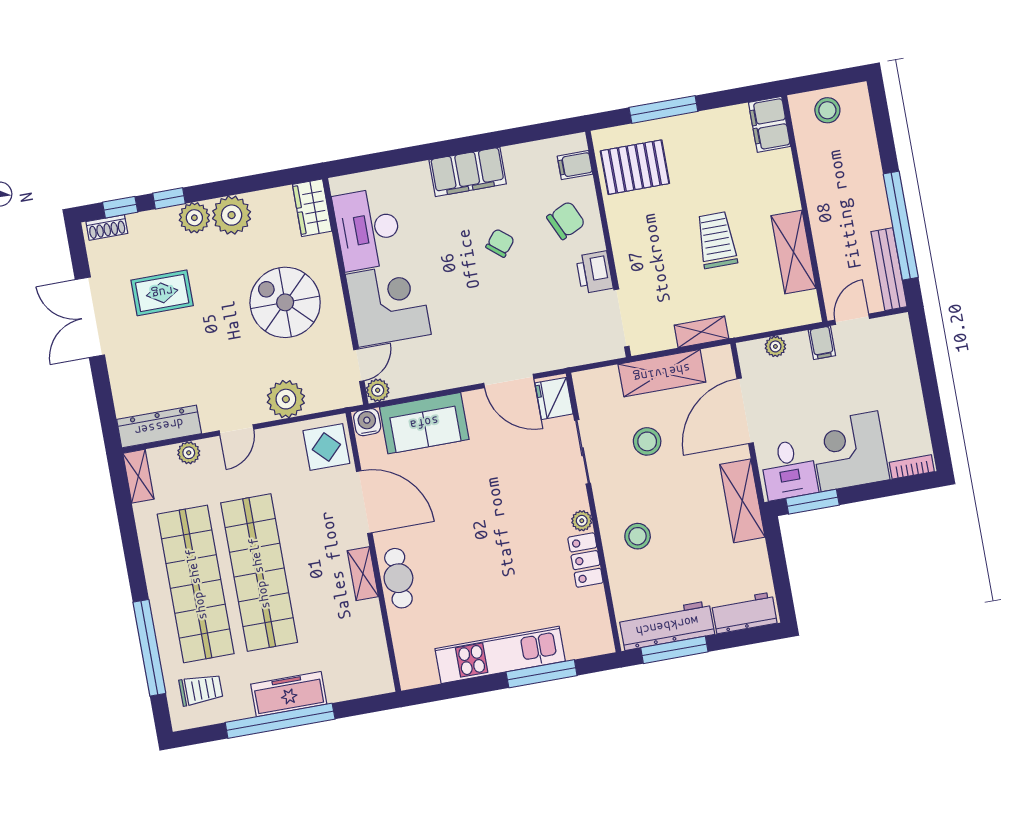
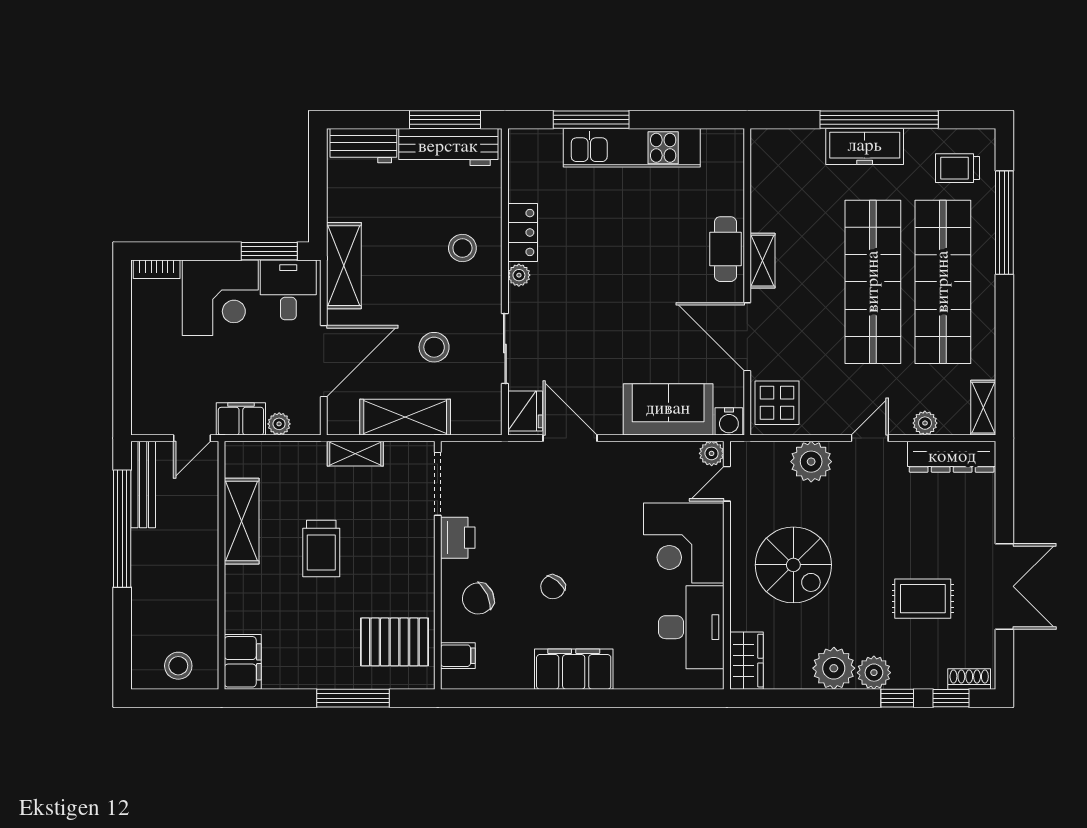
filing cabinet: (822, 343) -> (241, 419), width x2.00

